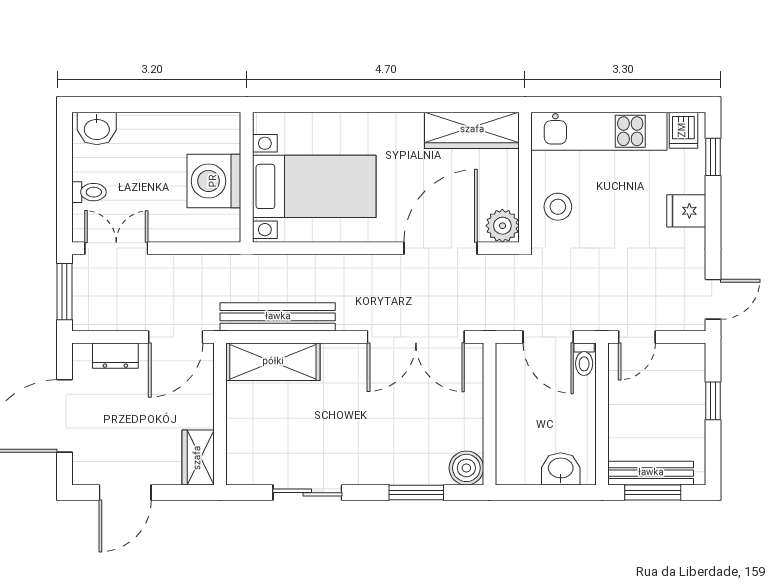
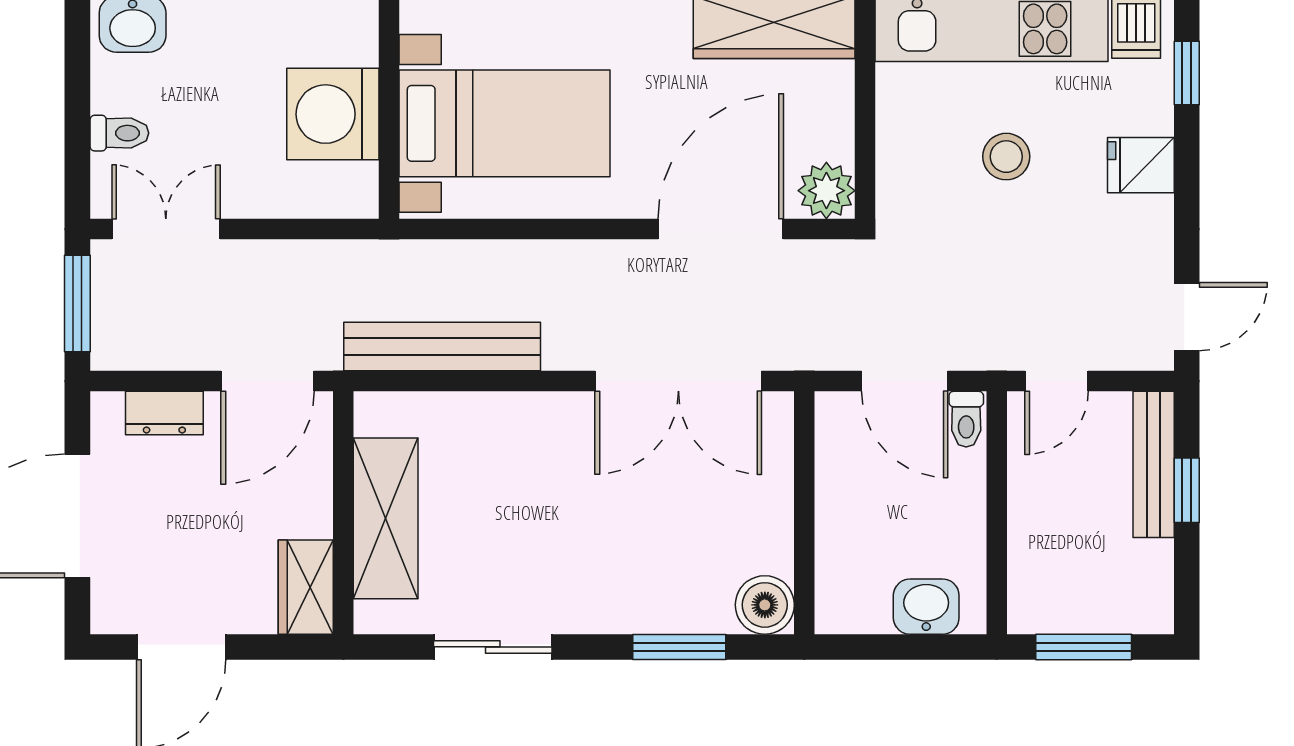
stool: (558, 207) -> (1006, 157), moved
shelving: (273, 362) -> (386, 518), moved, turned 90
bench: (651, 473) -> (1154, 464), moved, turned 90

